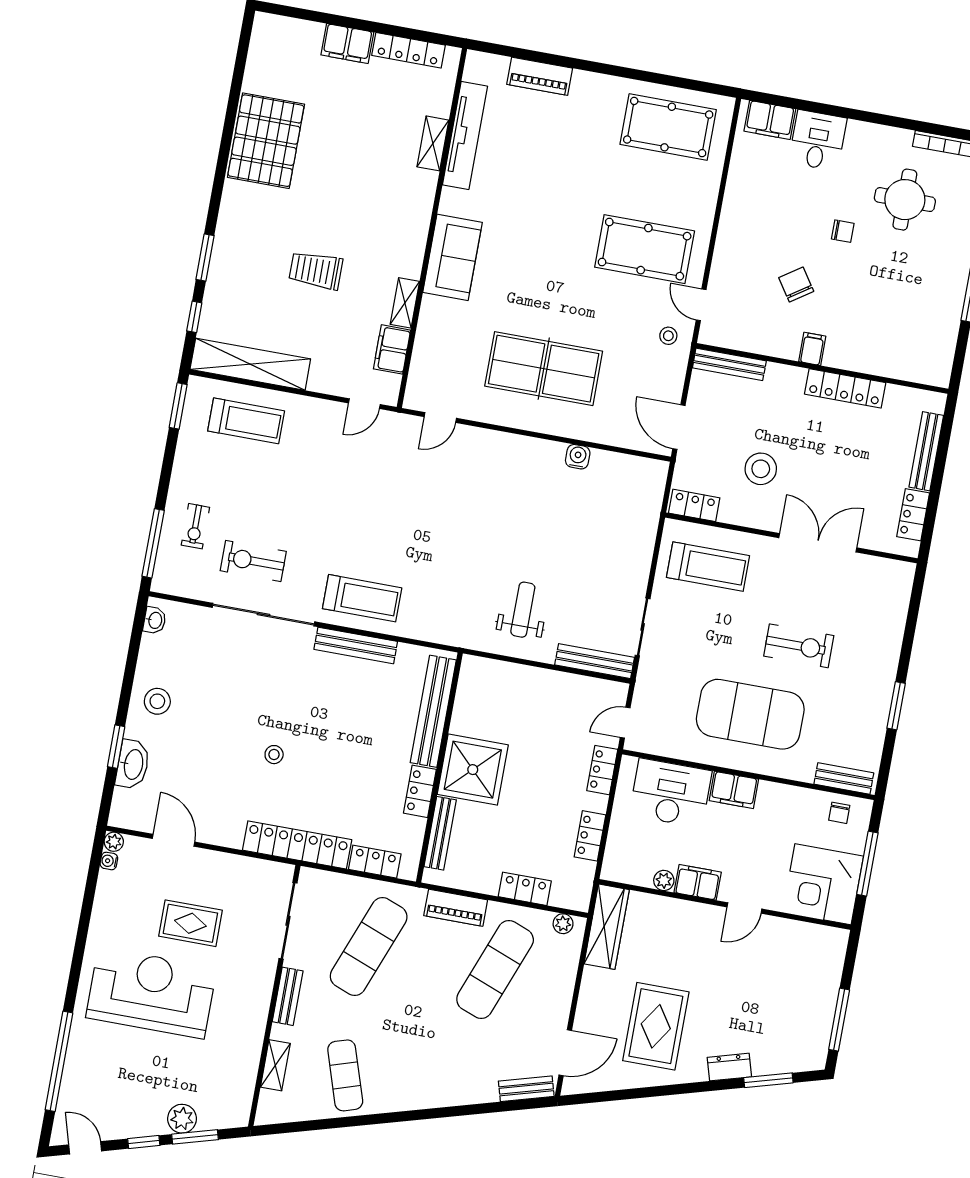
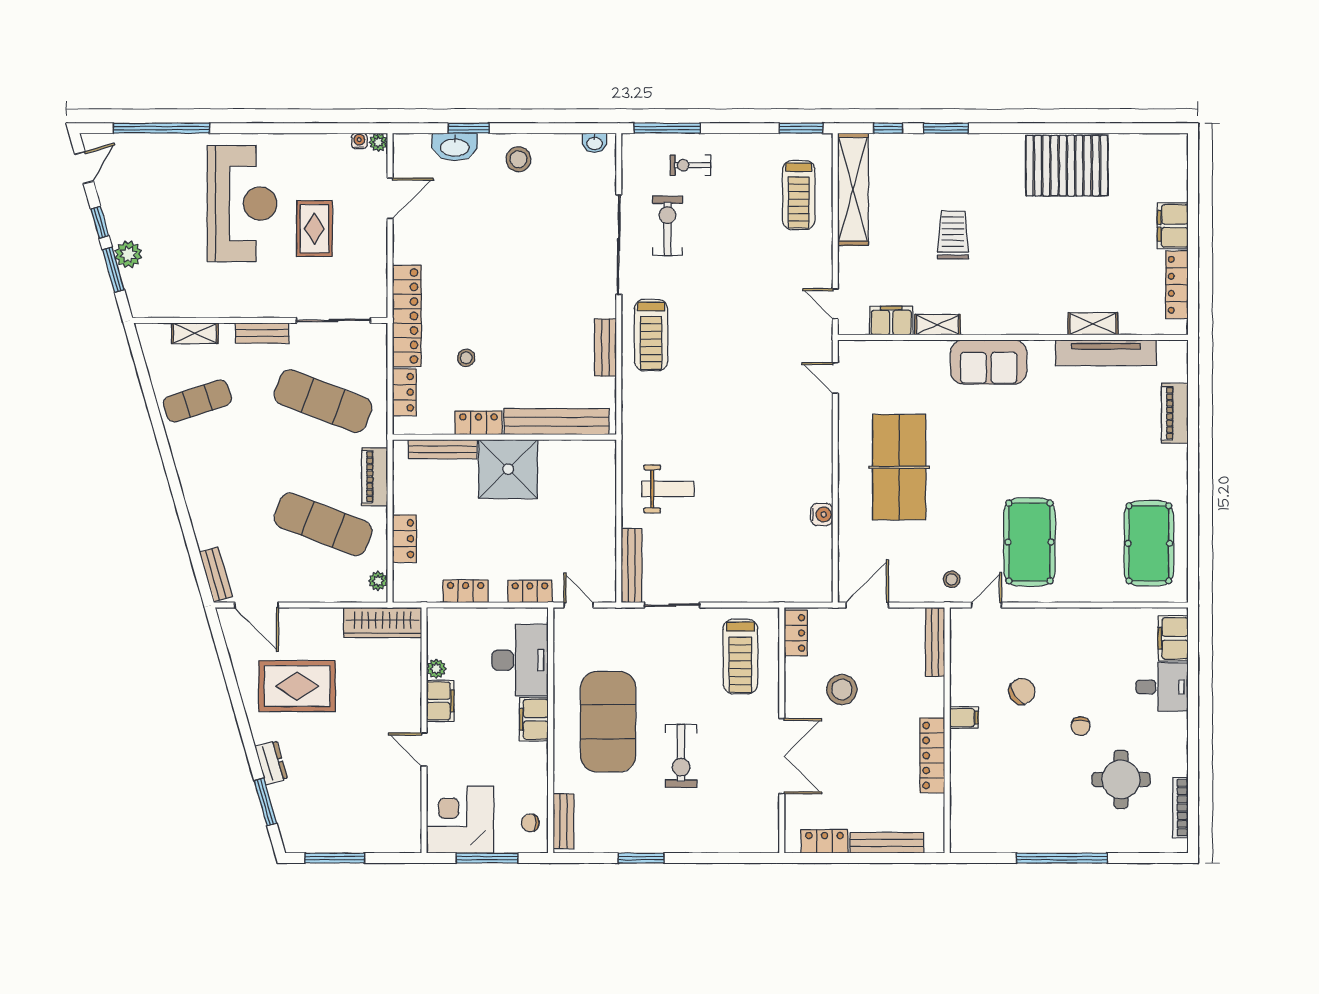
bench: (356, 645) -> (605, 348), width x0.73
stool: (274, 755) -> (466, 358), moved

